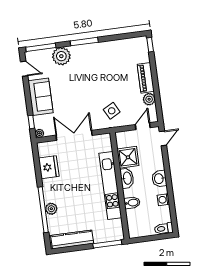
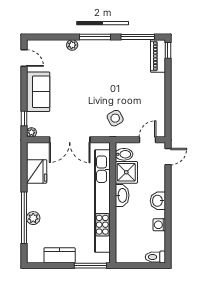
window: (41, 47) -> (138, 37), moved
plant: (61, 56) -> (72, 45), width x0.53, depth x0.53
piano: (146, 78) -> (158, 56), moved
plant: (149, 99) -> (159, 111), removed
double door: (74, 135) -> (70, 140), swing flipped
kitchen unit: (110, 186) -> (102, 201), width x1.36
bidet: (132, 203) -> (124, 154), moved
kitchen counter: (72, 239) -> (60, 255), width x0.67

